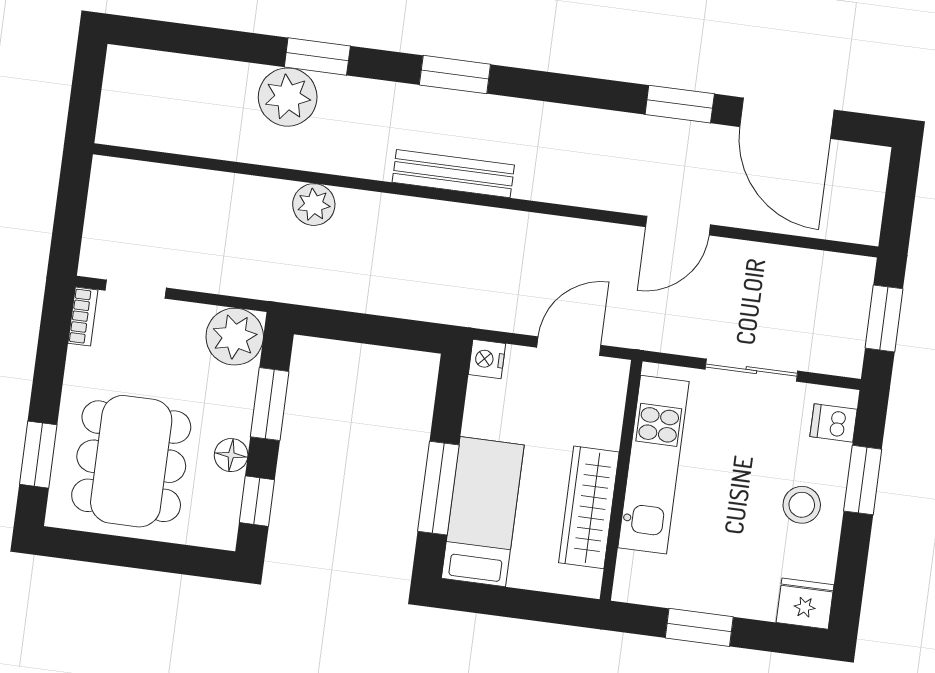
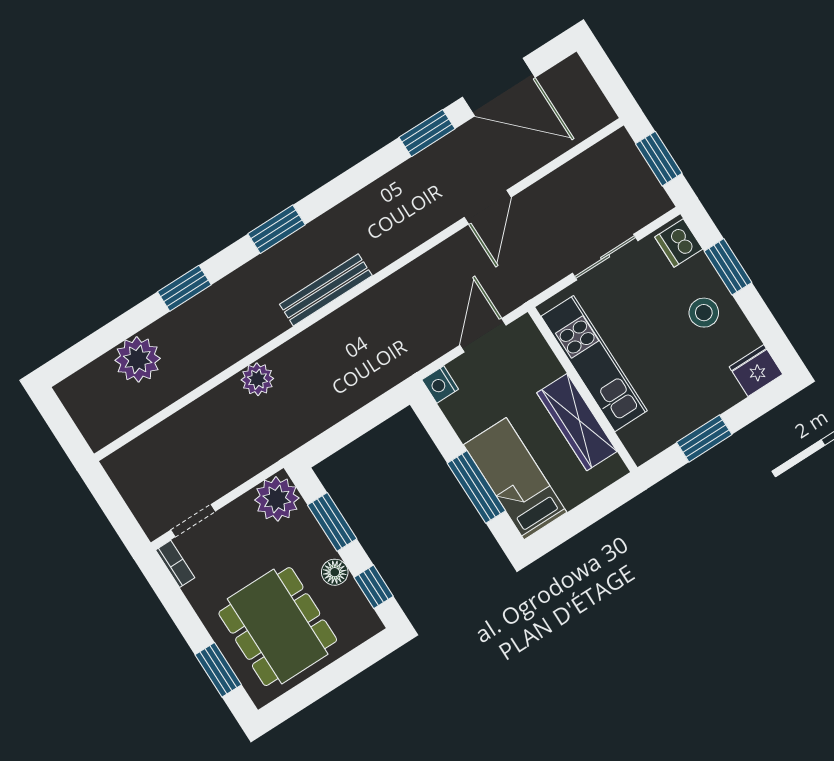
plant: (288, 97) -> (138, 359), moved
dishwasher: (833, 423) -> (679, 243), width x1.38

